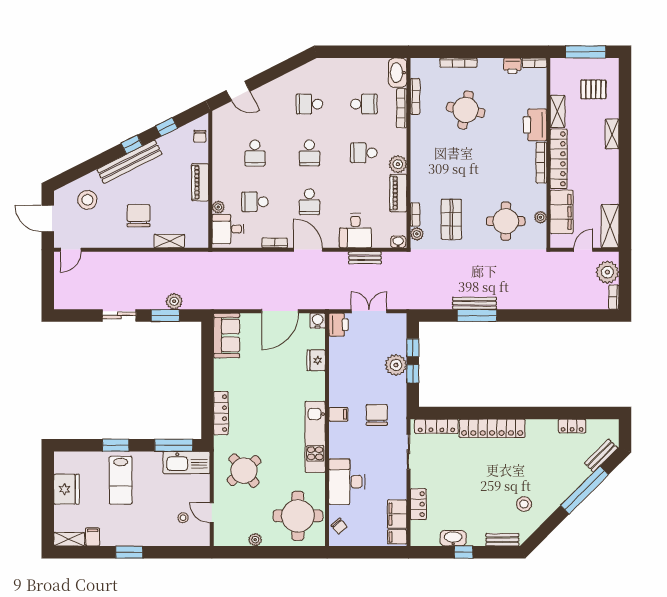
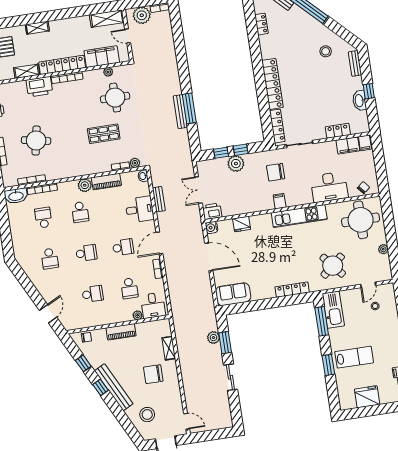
shop shelf: (451, 219) -> (104, 134), moved

